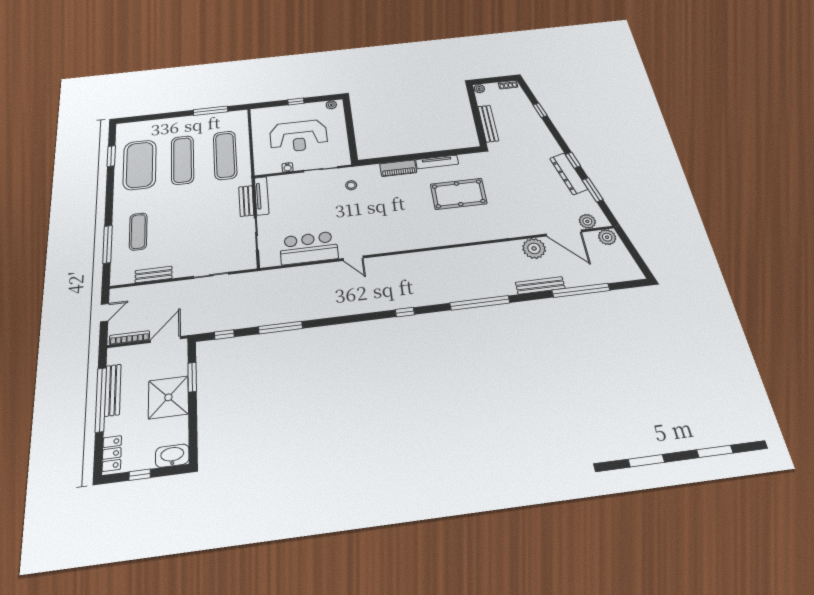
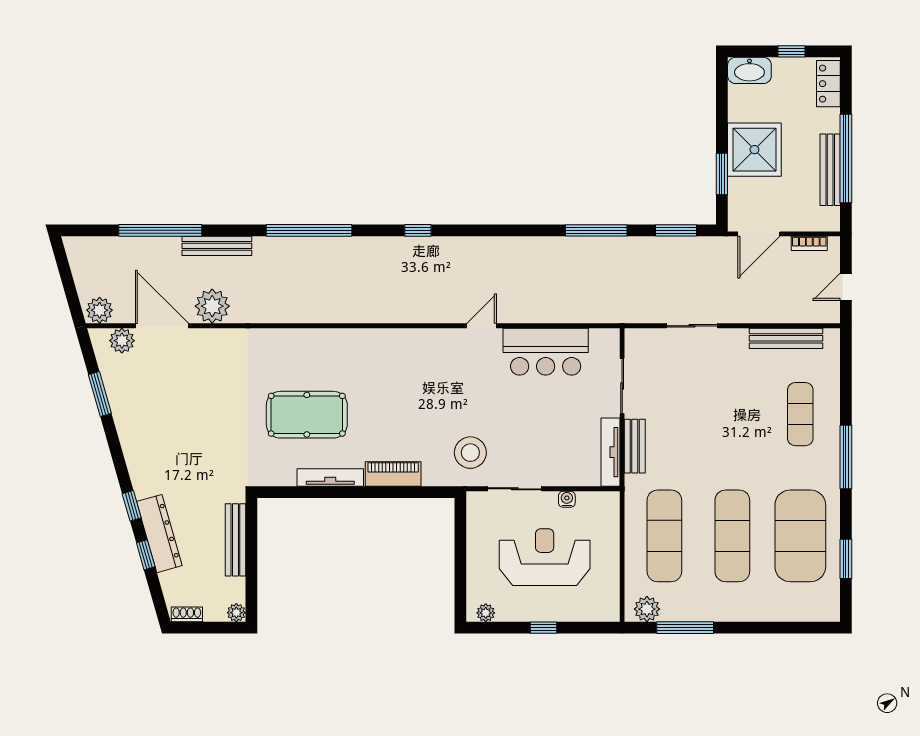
plant: (234, 117) -> (647, 609), added
window: (573, 160) -> (132, 506), moved
dresser: (569, 174) -> (159, 534), moved
stool: (351, 185) -> (470, 453), width x1.89, depth x1.89
window: (107, 244) -> (846, 457), moved
door: (353, 258) -> (482, 326), hinge flipped
bench: (154, 274) -> (786, 338), width x1.36
window: (224, 335) -> (676, 230), width x1.50
bookcase: (129, 338) -> (809, 243), width x0.64

